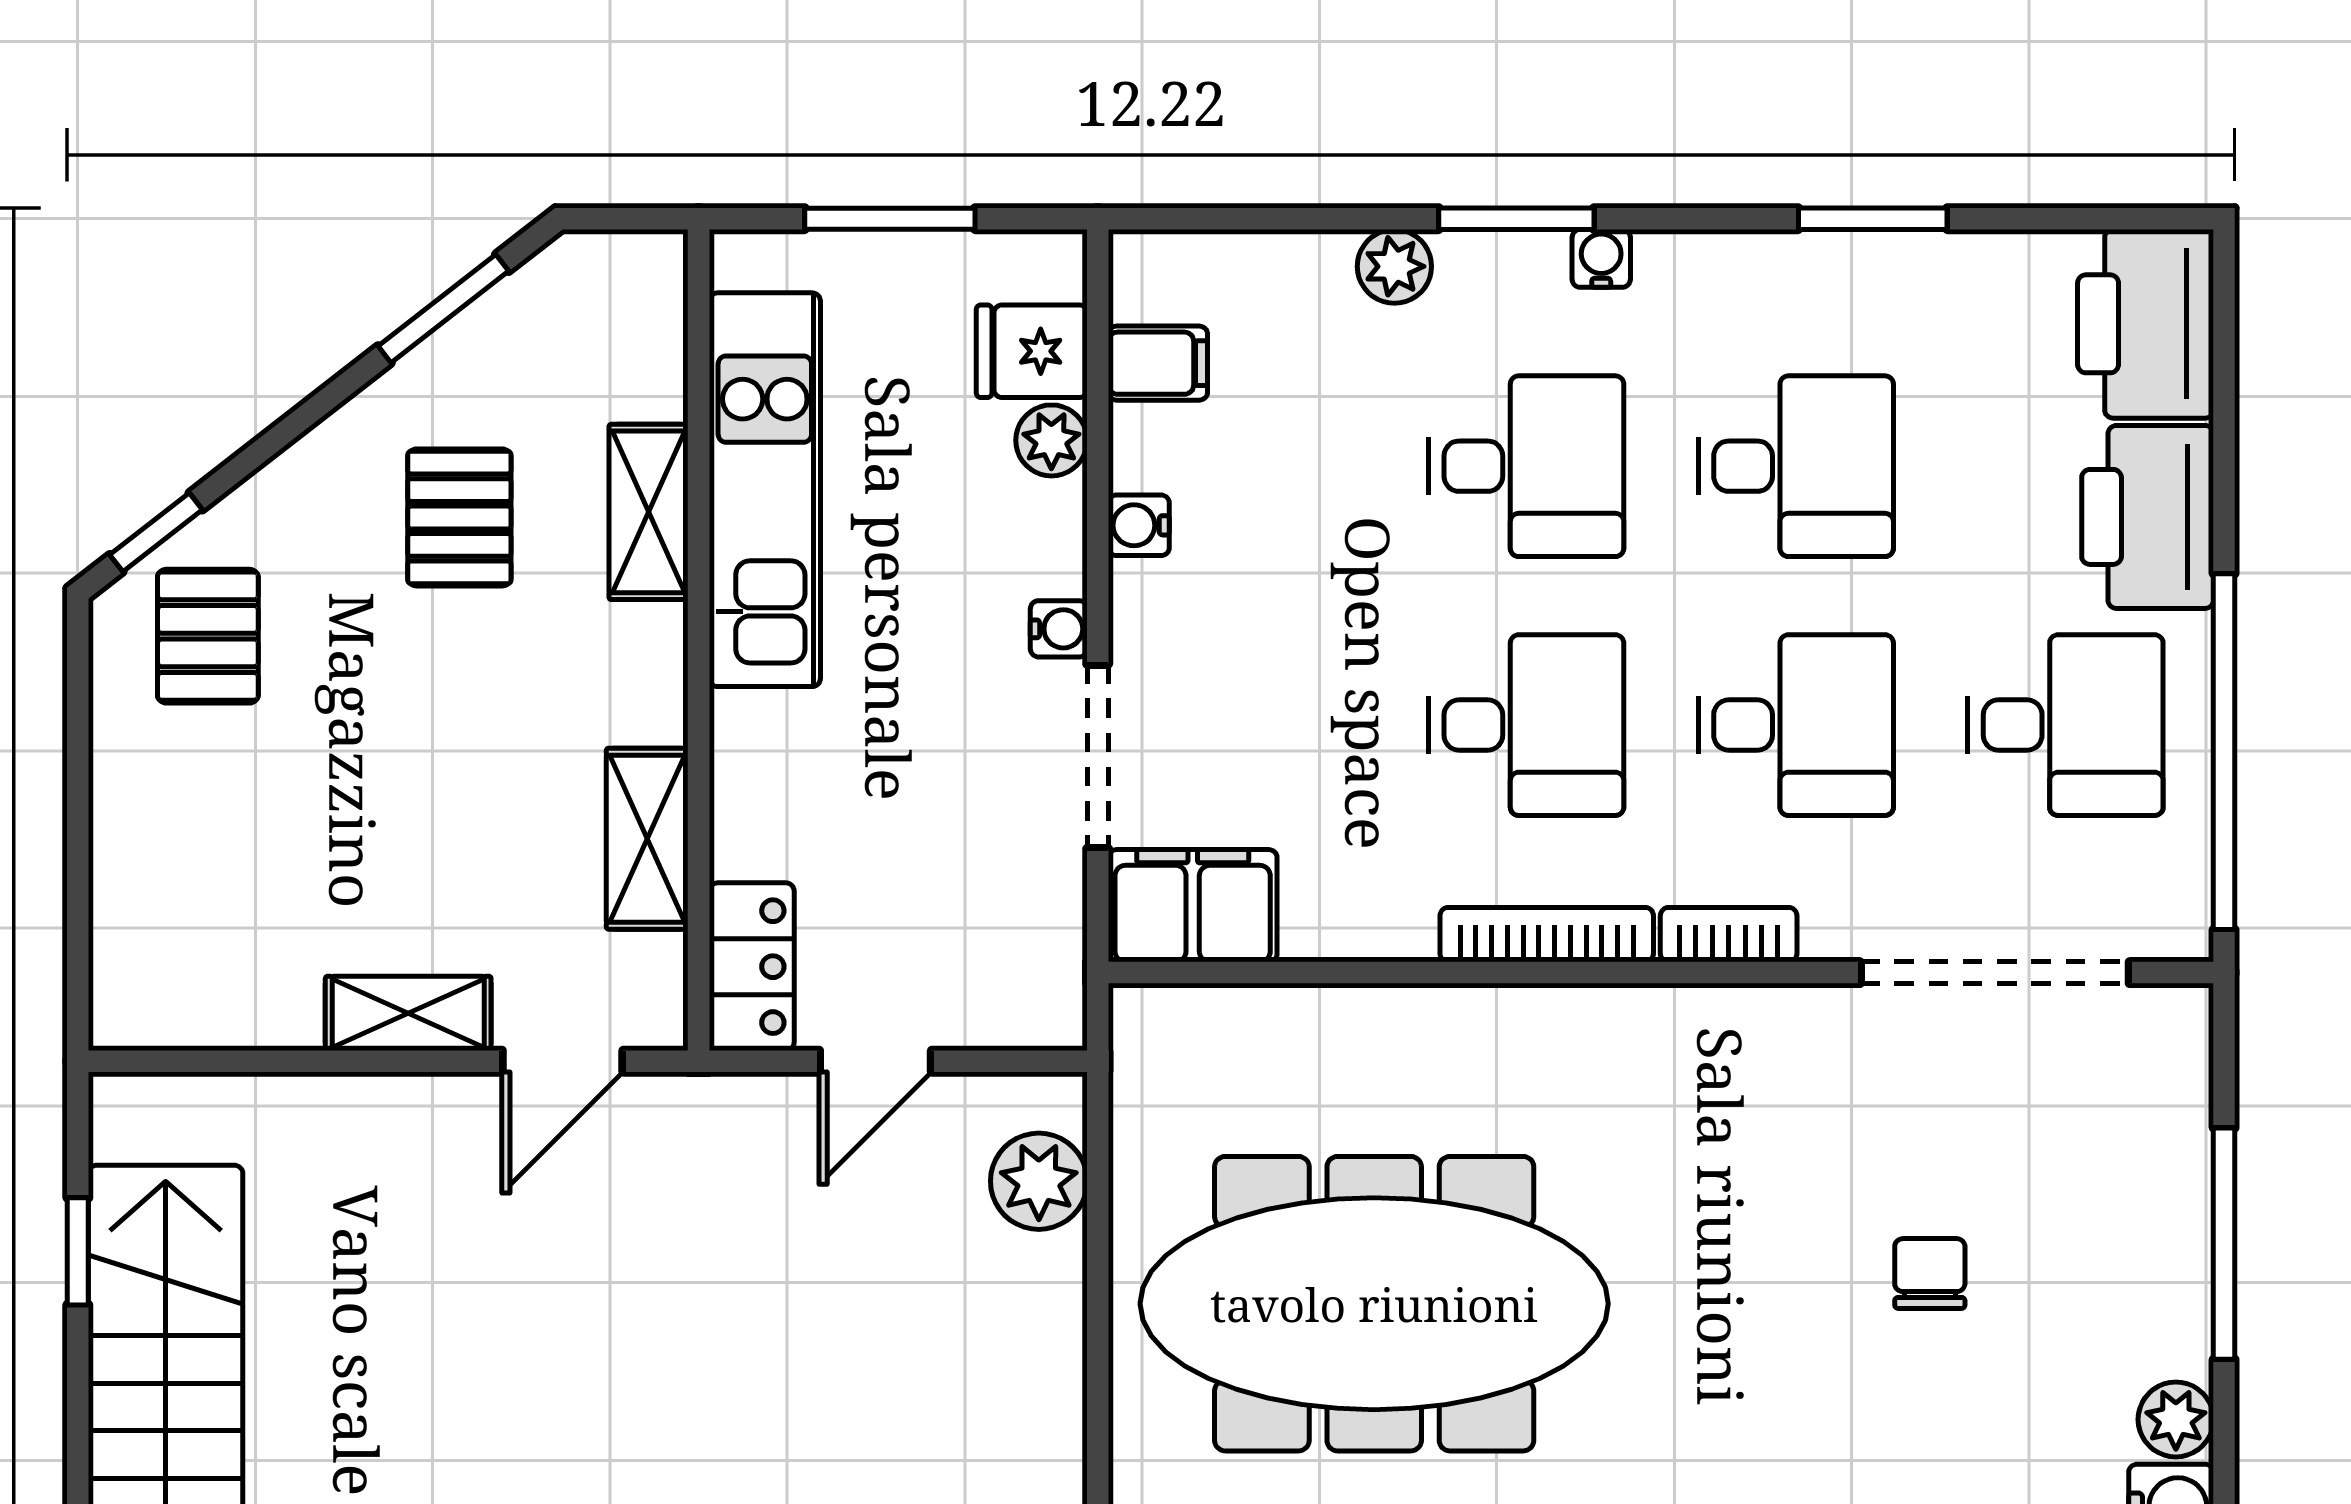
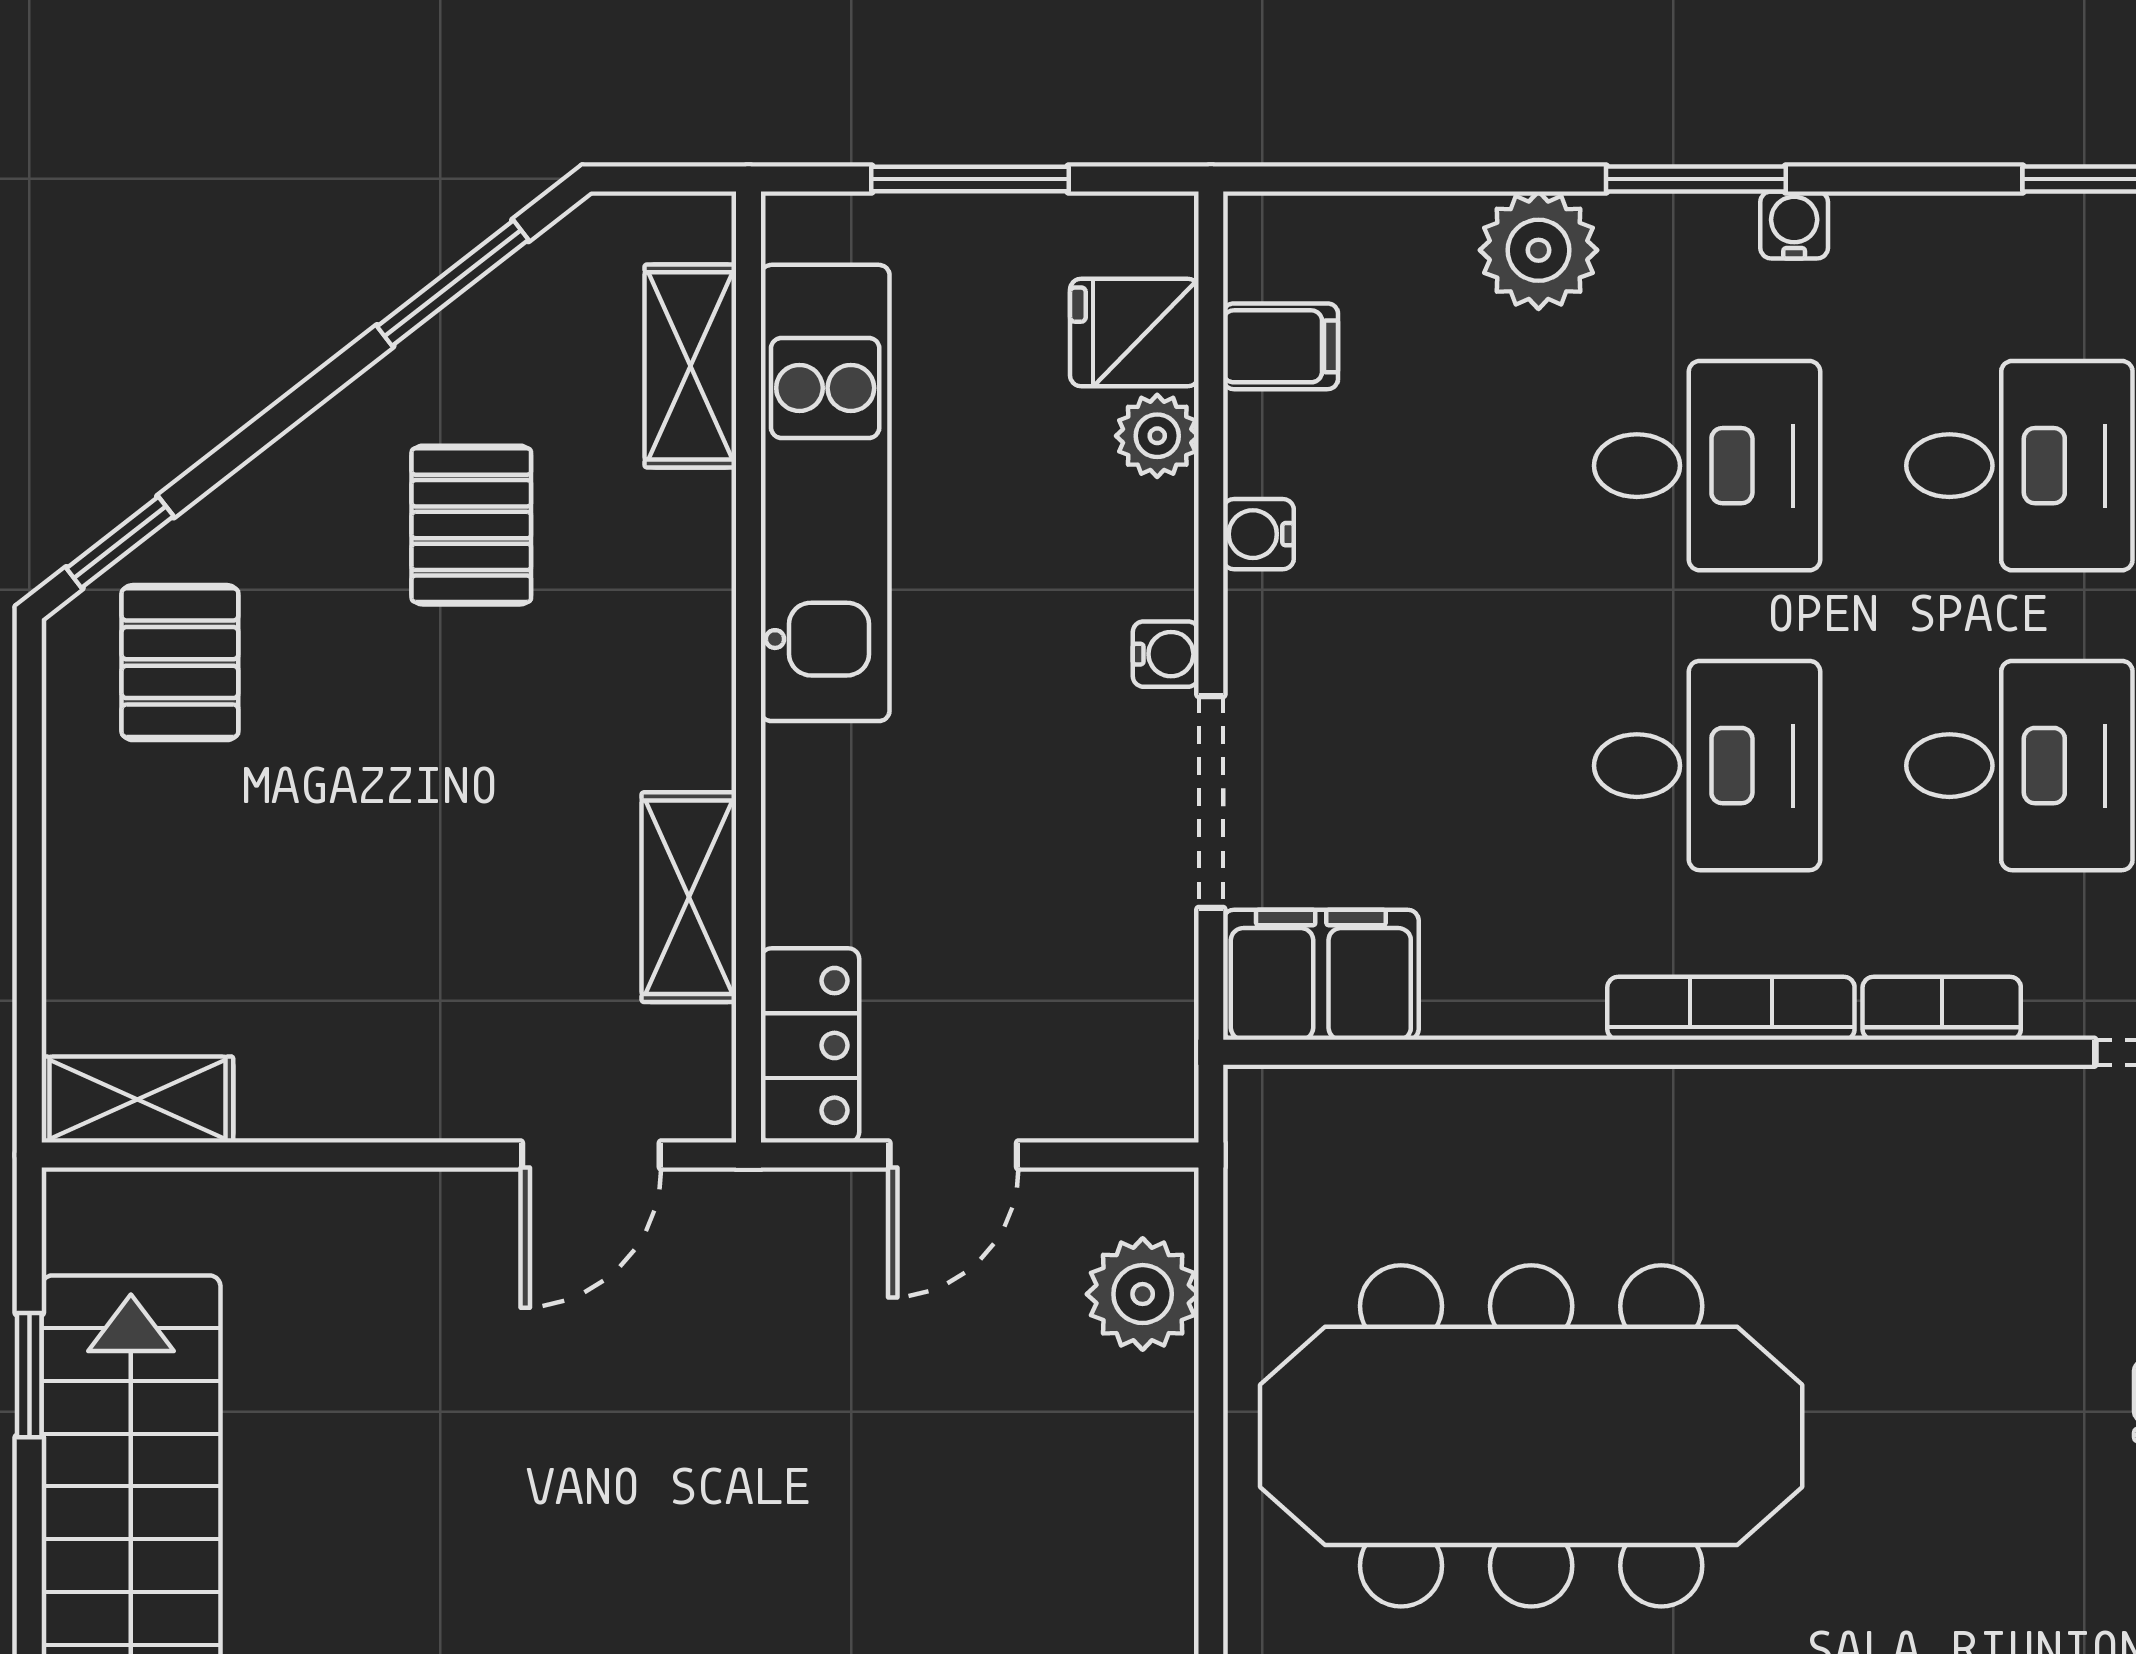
plant: (1394, 266) -> (1539, 250), width x1.38, depth x1.38
shelving: (649, 512) -> (690, 366), moved
shelving: (408, 1013) -> (137, 1100), moved

